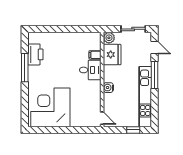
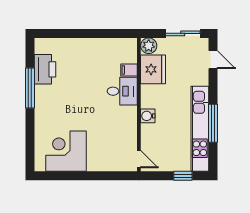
window: (155, 75) -> (213, 123), moved
corner desk: (50, 107) -> (66, 151), width x0.74, depth x0.74

